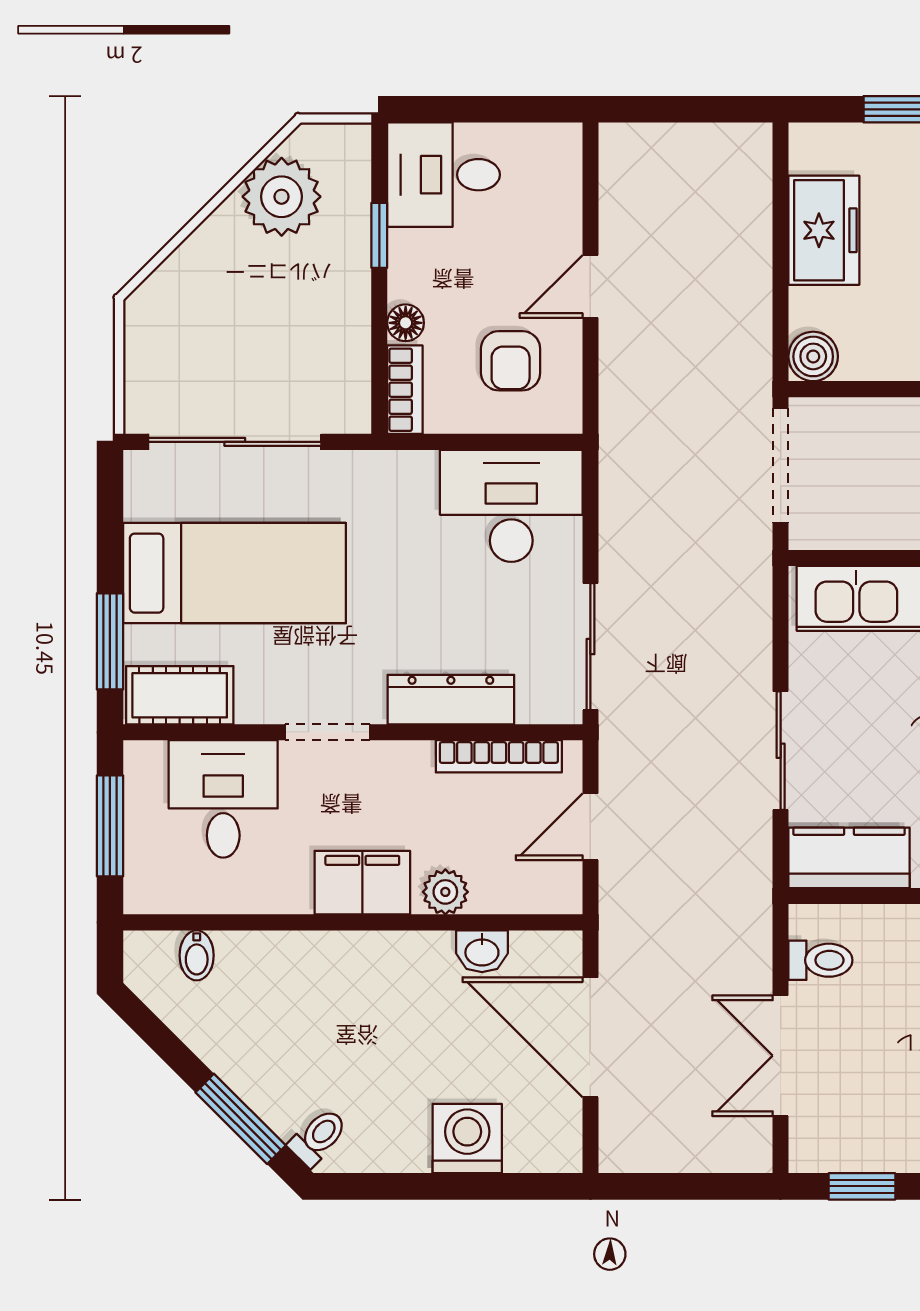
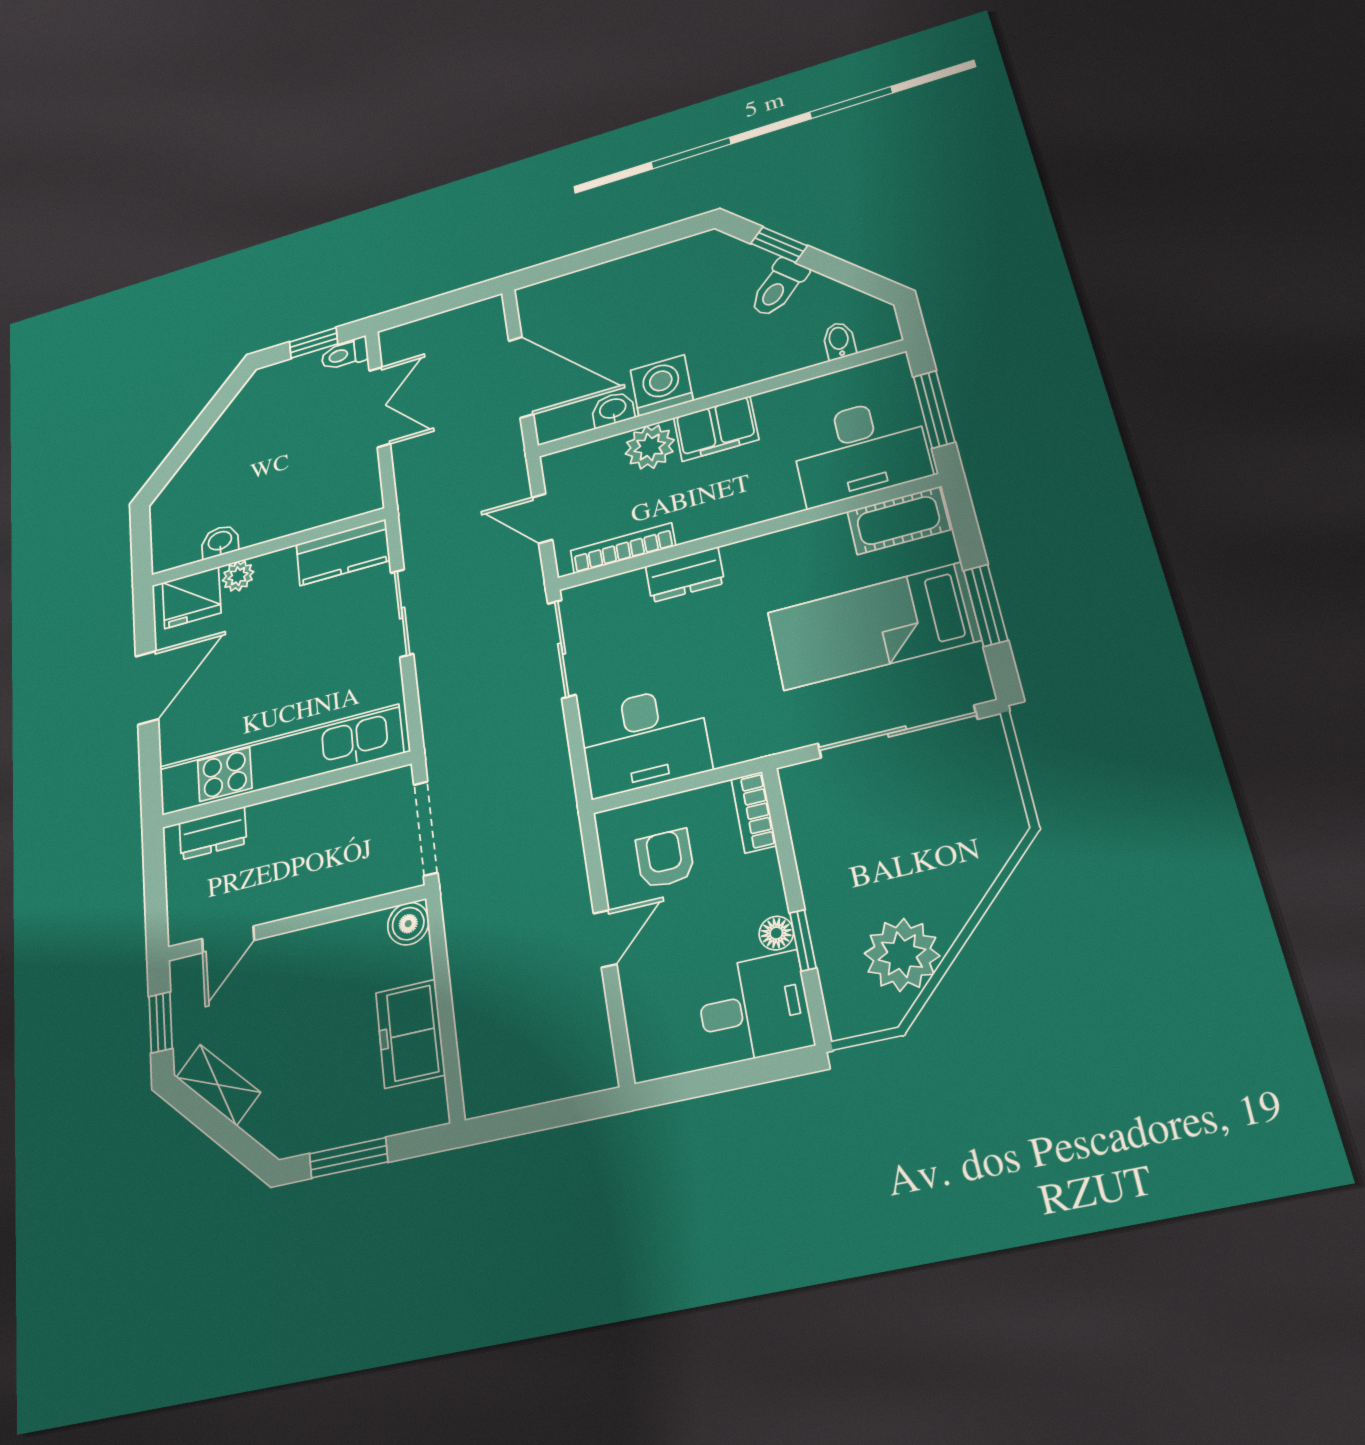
floor lamp: (406, 323) -> (776, 933), moved
window: (110, 641) -> (986, 605), moved
dresser: (451, 700) -> (685, 575), width x0.70
doorway: (327, 732) -> (767, 527), removed
desk: (223, 799) -> (860, 450), width x1.37
door: (590, 827) -> (542, 518), swing flipped
plant: (445, 892) -> (650, 447), width x1.38, depth x1.38
toilet: (820, 960) -> (345, 354), moved
window: (241, 1119) -> (779, 245), width x0.67
toilet: (318, 1137) -> (778, 287), moved, width x1.37, depth x1.39
washing machine: (467, 1139) -> (662, 385), moved, turned 180

